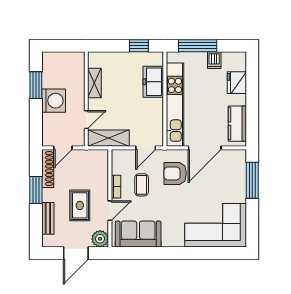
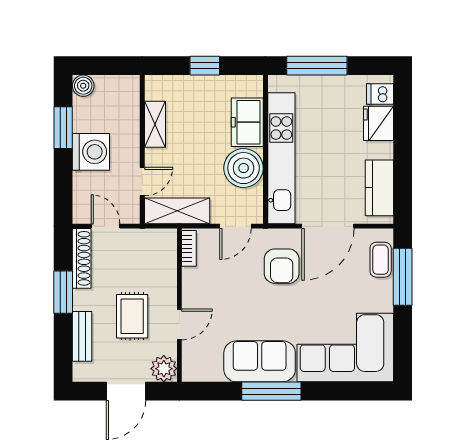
window: (139, 46) -> (205, 66), moved
boiler: (49, 58) -> (83, 86), added
dishwasher: (214, 60) -> (380, 94), moved, turned 90
boiler: (151, 111) -> (244, 168), added
door: (63, 148) -> (106, 226), swing flipped
armchair: (175, 173) -> (282, 266), turned -90
coffee table: (142, 185) -> (381, 260), moved
bookcase: (116, 187) -> (189, 248), moved
sofa: (138, 234) -> (260, 361), moved
window: (169, 253) -> (271, 391), added

